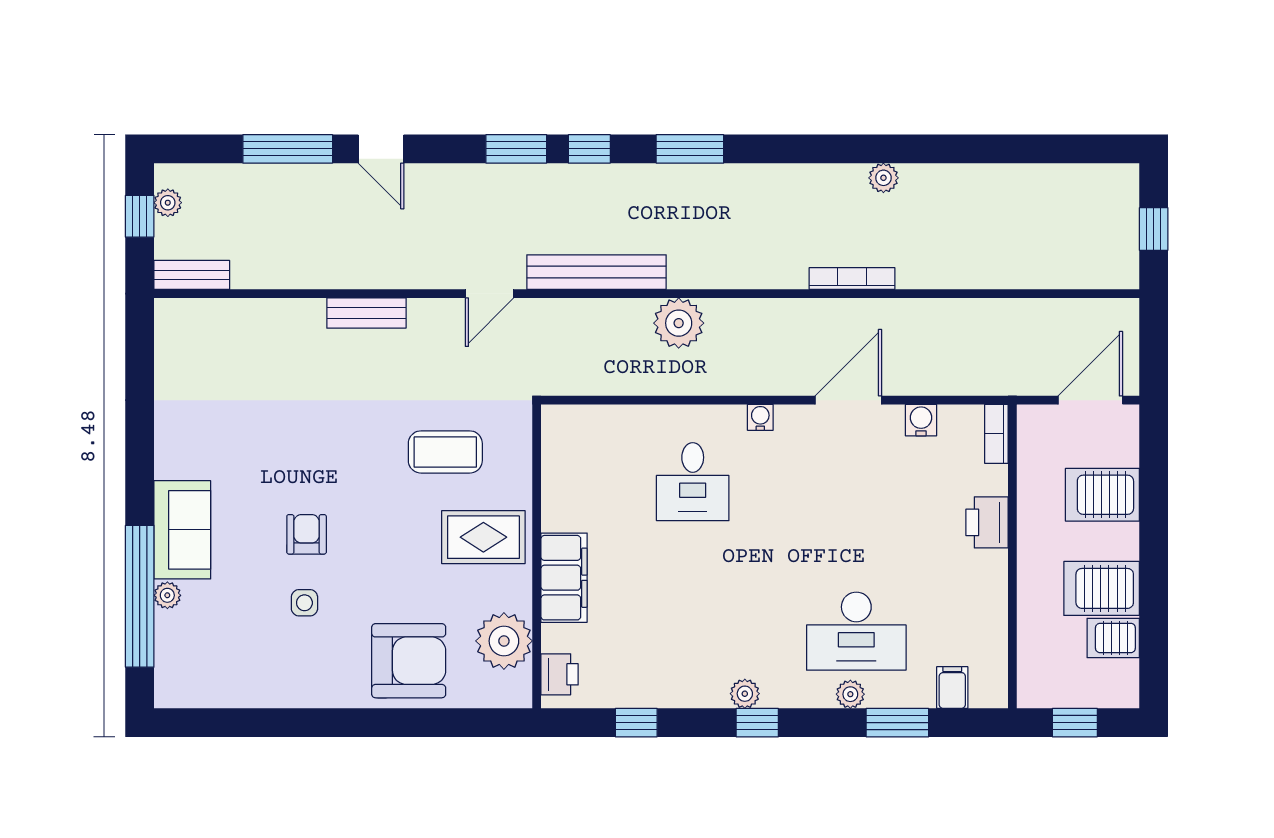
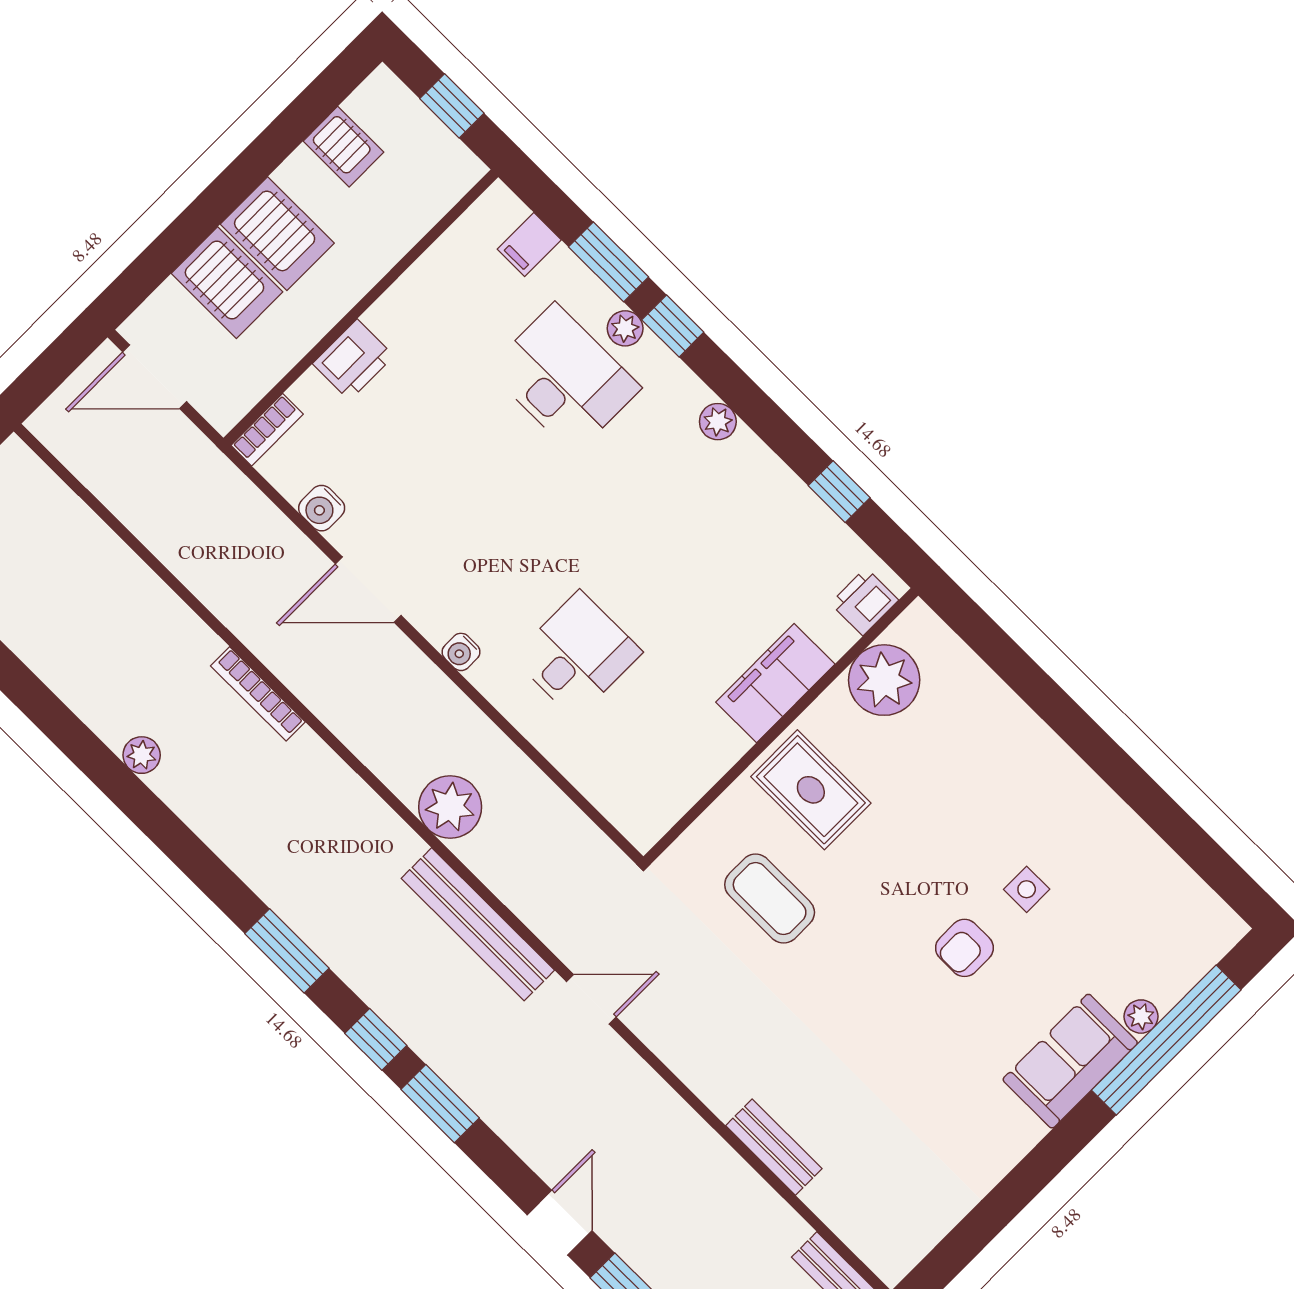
bench: (366, 313) -> (774, 1147), moved
server rack: (1102, 588) -> (277, 234), moved
armchair: (409, 661) -> (986, 746), removed
window: (757, 723) -> (673, 326), moved

